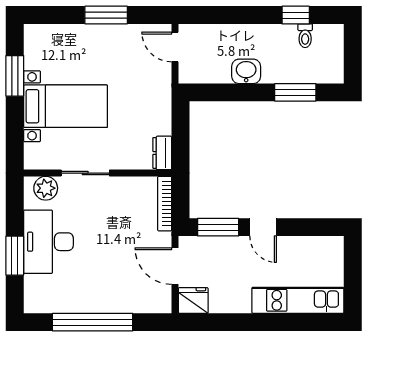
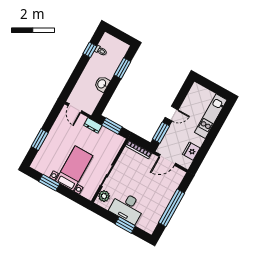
window: (106, 15) -> (40, 140), moved
door: (175, 47) -> (75, 108), hinge flipped
window: (180, 132) -> (112, 126), added
dresser: (162, 153) -> (93, 125), moved
fridge: (193, 300) -> (191, 151), moved

